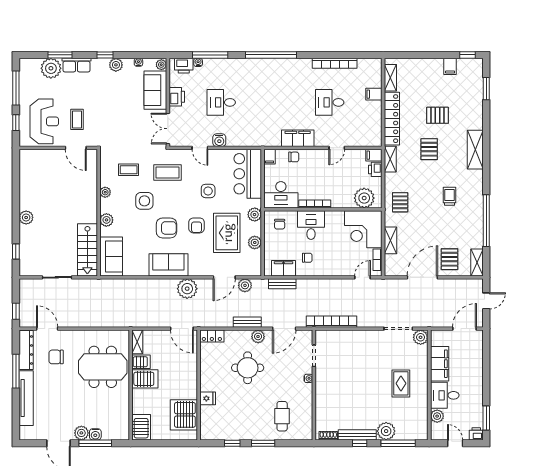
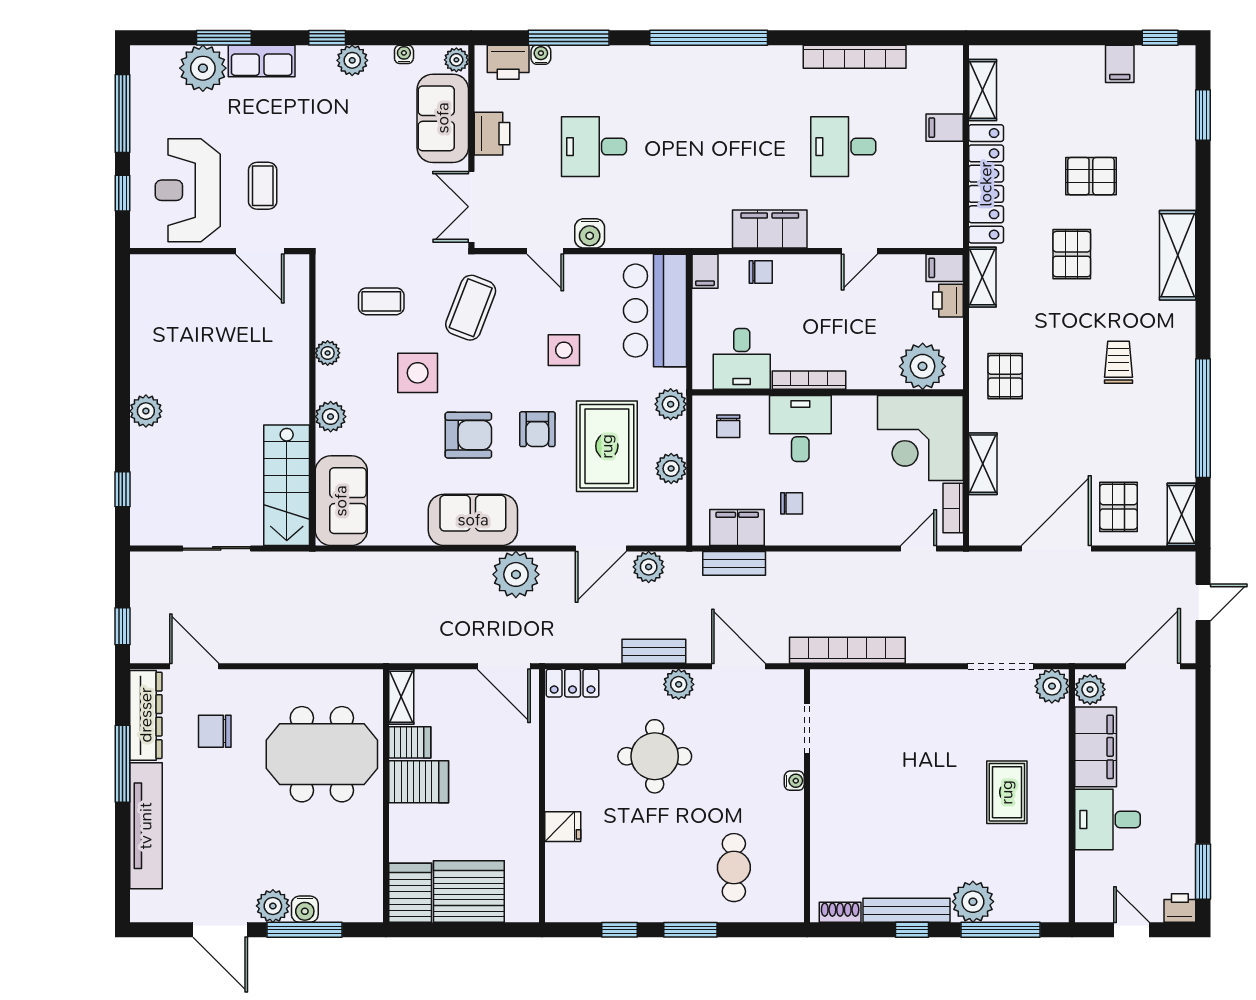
reception desk: (44, 121) -> (188, 190), turned 180
coffee table: (167, 173) -> (471, 308), turned -69
desk: (281, 195) -> (742, 359), width x0.73
door: (284, 329) -> (739, 666), swing flipped
server rack: (184, 415) -> (469, 892), moved, turned 90
plant: (437, 416) -> (1090, 689), moved

